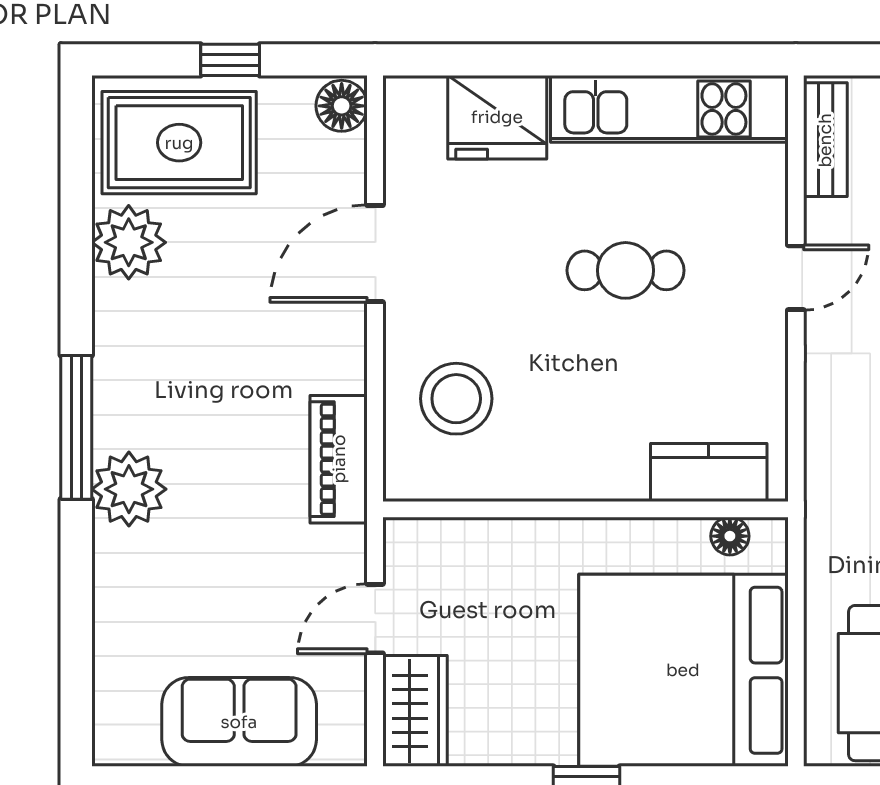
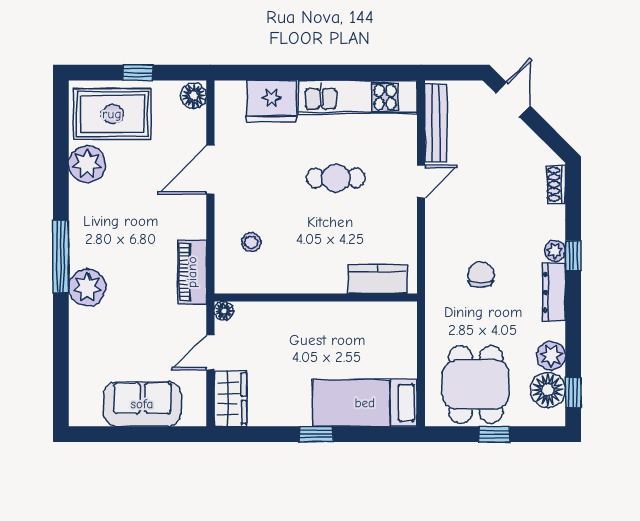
bench: (825, 140) -> (436, 123), width x1.36
stool: (456, 399) -> (251, 242), width x0.53, depth x0.53
floor lamp: (730, 536) -> (224, 311), moved
bed: (683, 670) -> (365, 403), width x0.49

